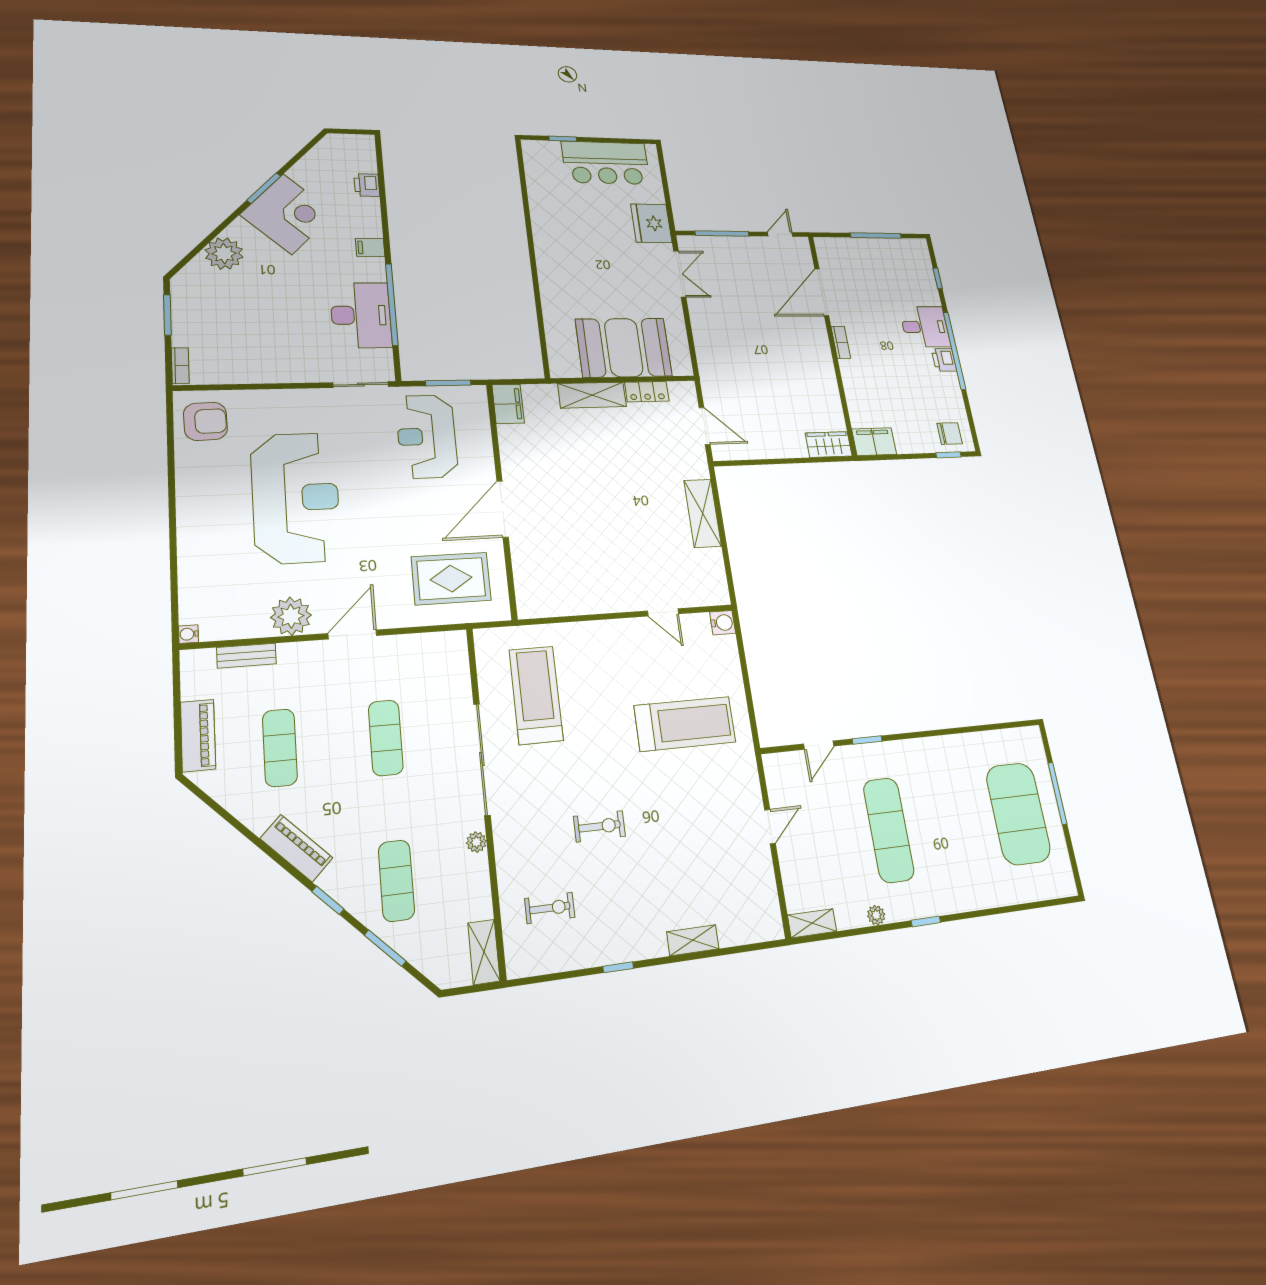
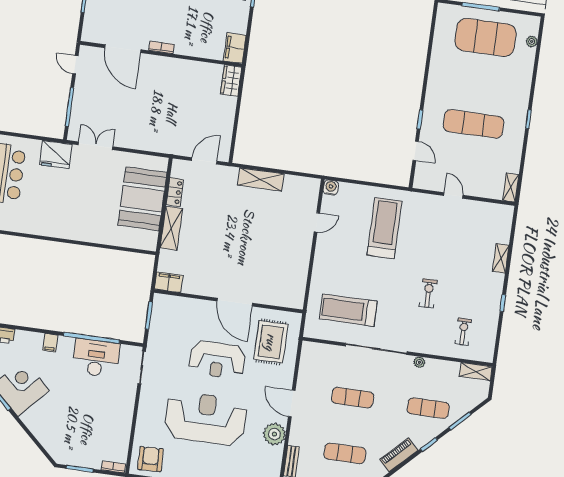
plant: (224, 254) -> (43, 430), removed
reception desk: (427, 436) -> (217, 360), moved
plant: (876, 915) -> (532, 42), moved

